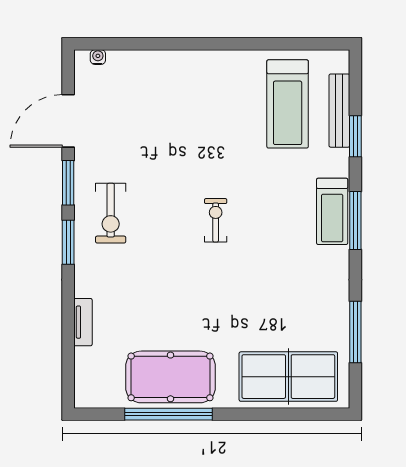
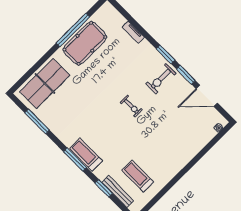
treadmill: (288, 104) -> (138, 176), width x0.73, depth x0.73
door: (68, 121) -> (207, 96), swing flipped
exercise bike: (111, 213) -> (161, 79), turned -90
exercise bike: (216, 220) -> (131, 106), moved

